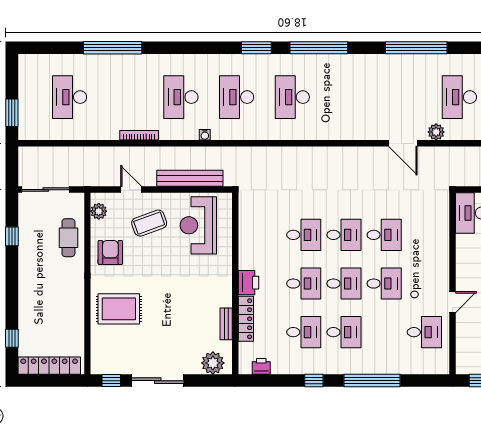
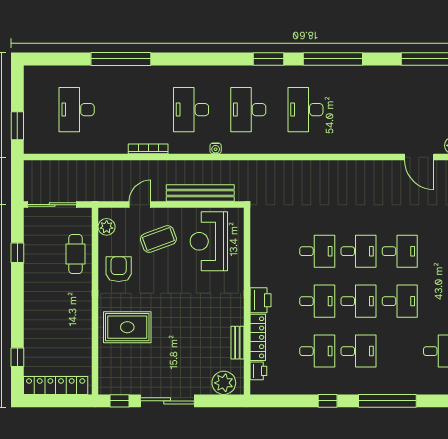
door: (131, 190) -> (140, 205), hinge flipped
printer: (261, 366) -> (258, 371), moved, turned 90

